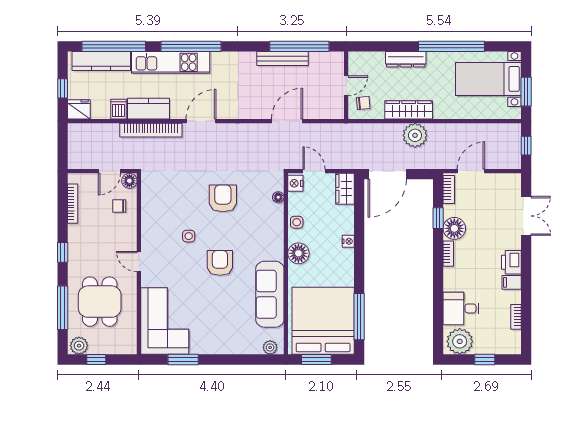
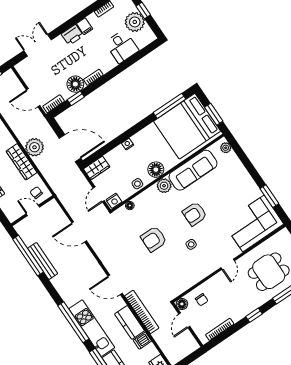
door: (109, 171) -> (184, 320), swing flipped
plant: (274, 250) -> (164, 186), added
plant: (460, 341) -> (135, 22), moved

